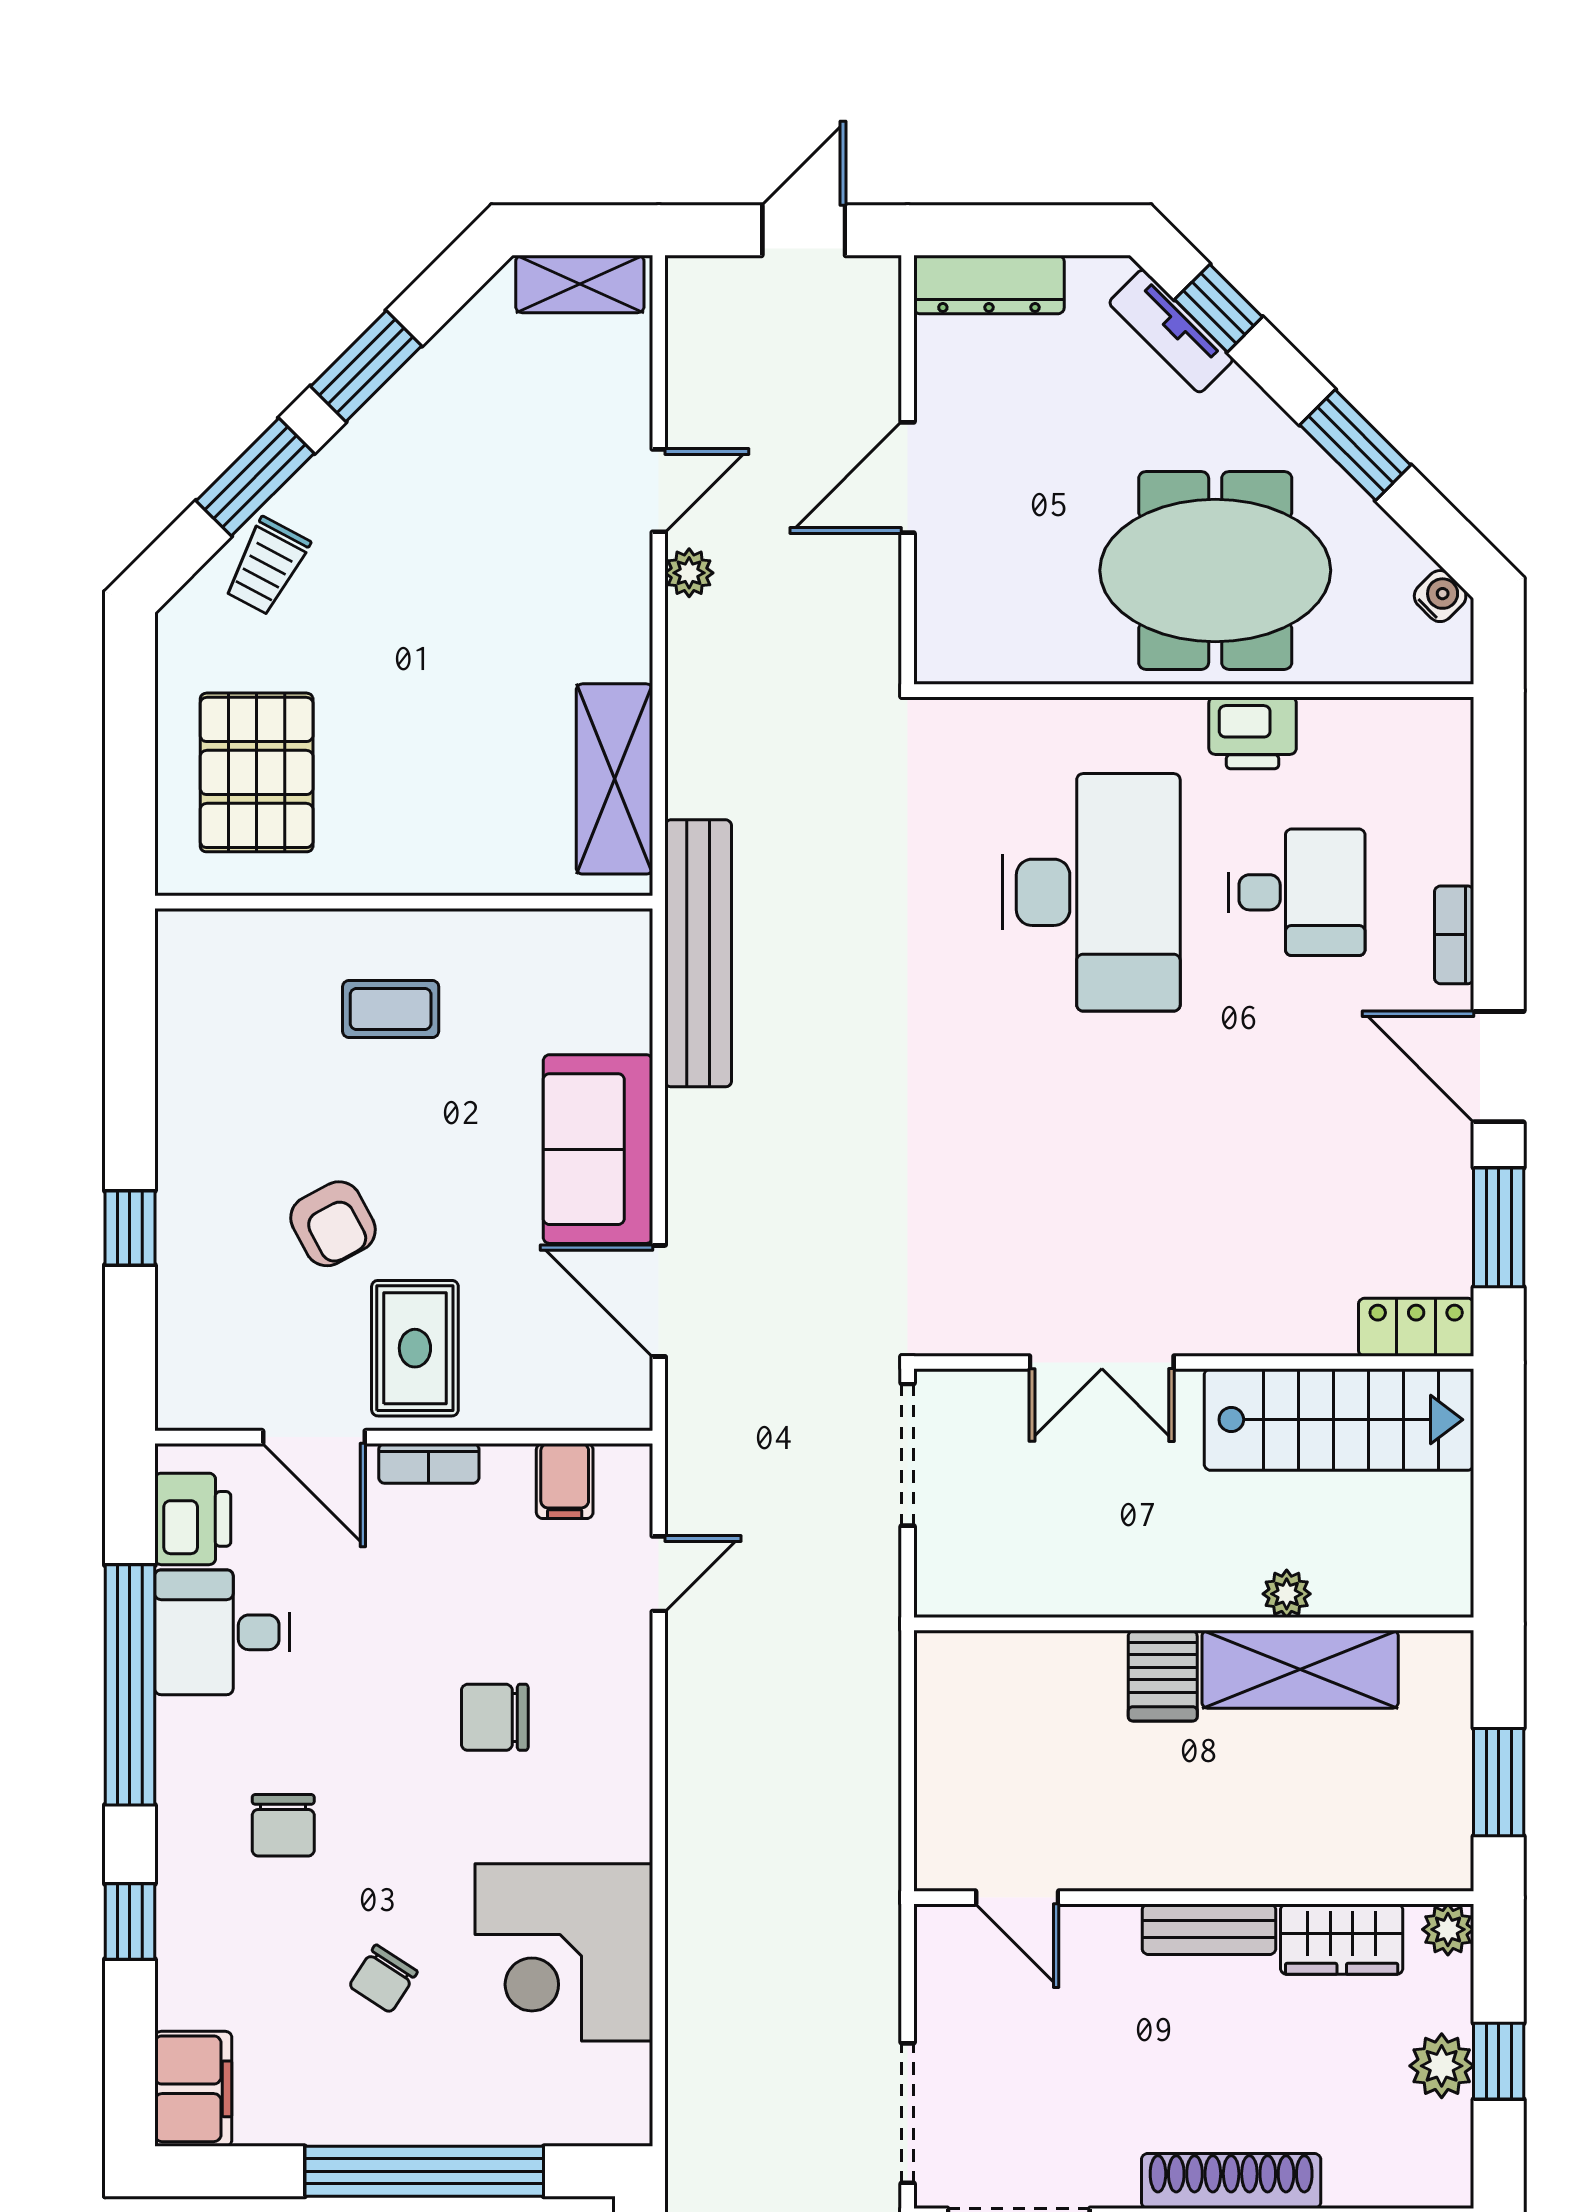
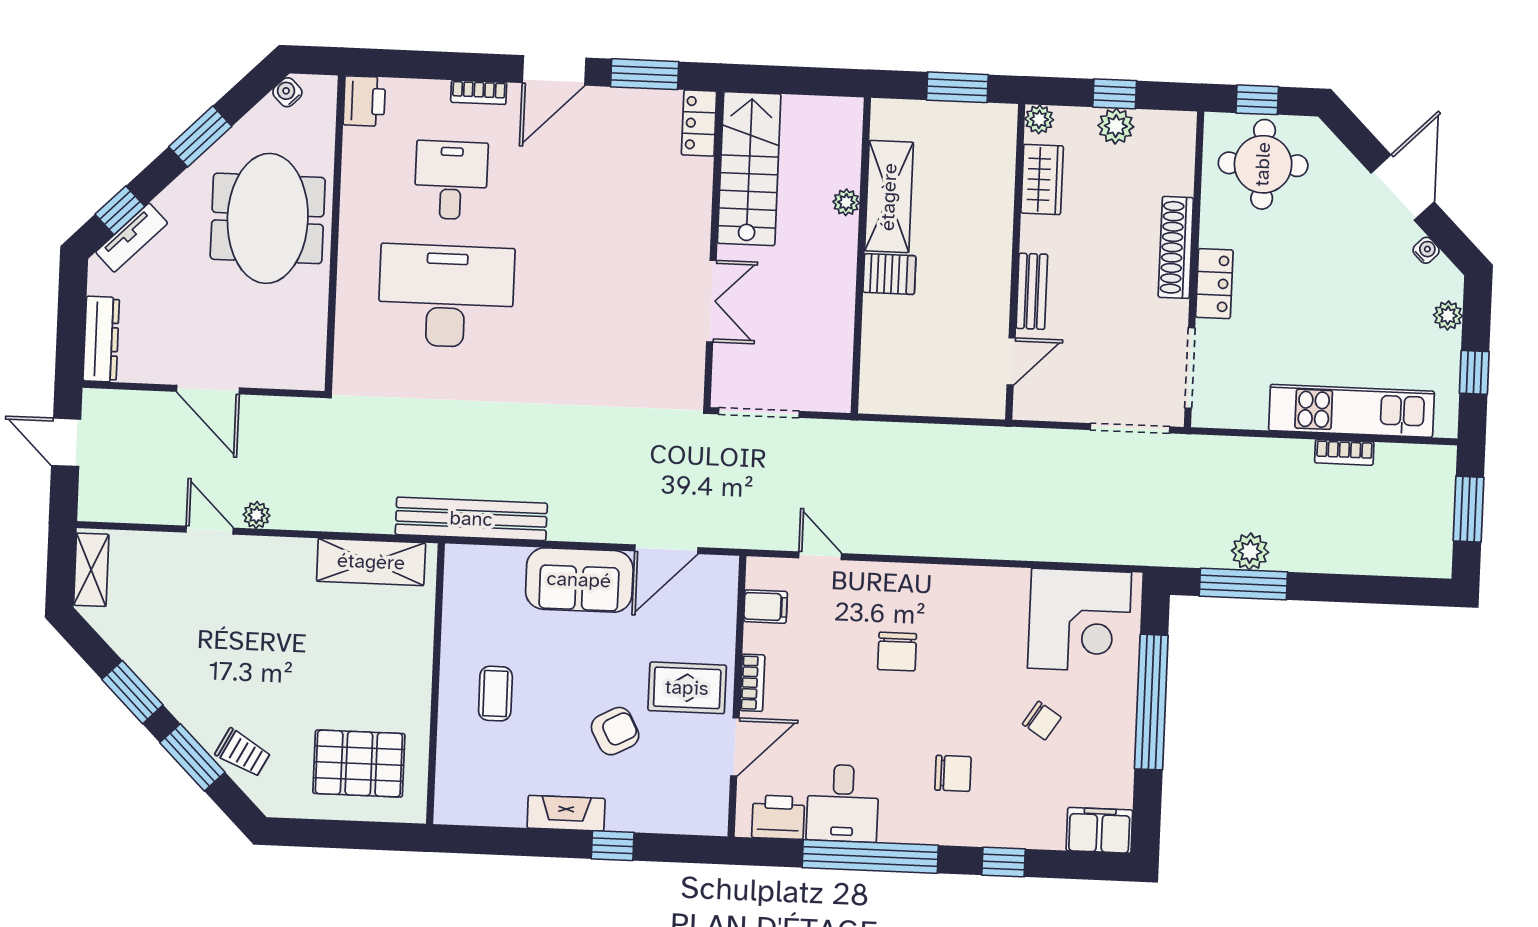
printer: (1253, 733) -> (364, 101), moved
fireplace: (184, 1143) -> (566, 813), added
bench: (1209, 1929) -> (1032, 291), moved
corner desk: (564, 1952) -> (1080, 620), moved

